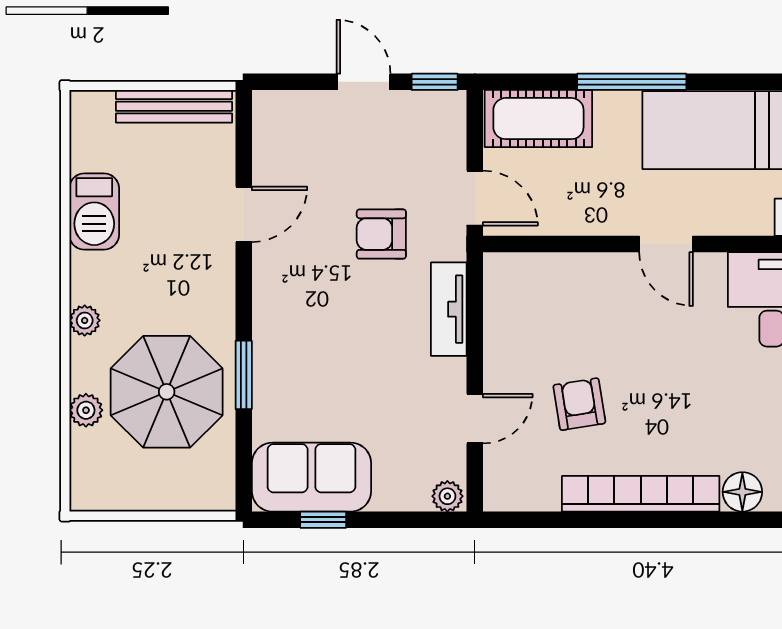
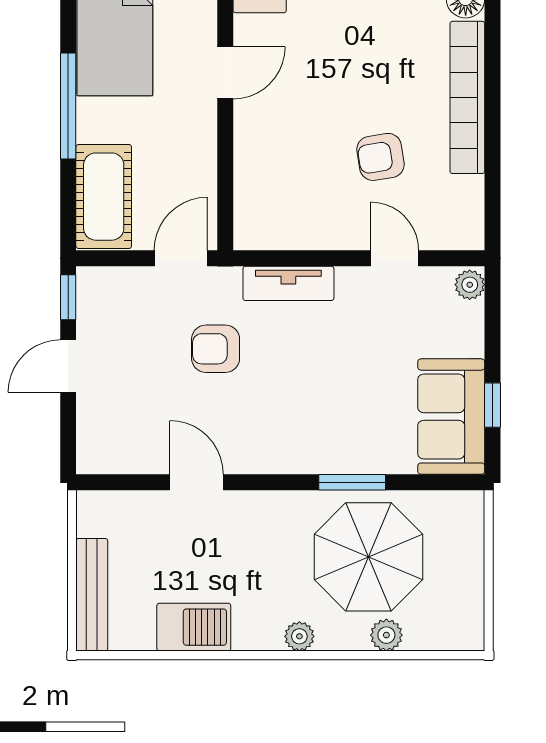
bench: (174, 106) -> (92, 595), moved
armchair: (381, 234) -> (216, 349), turned 90

